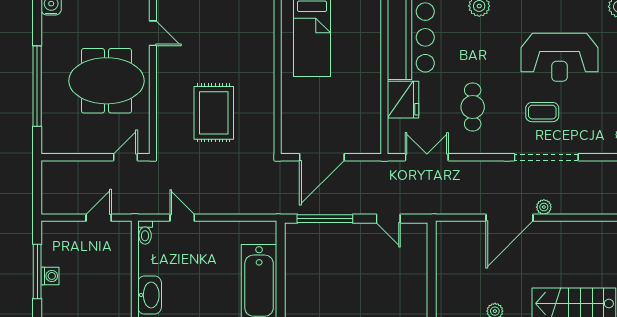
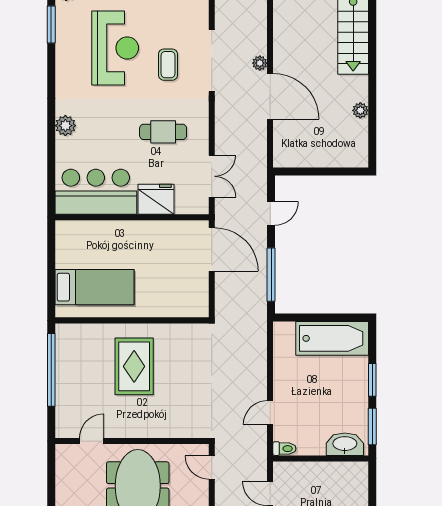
rug: (214, 113) -> (134, 366), moved, turned 90
door: (322, 157) -> (212, 249), moved
double door: (427, 157) -> (212, 176), swing flipped

